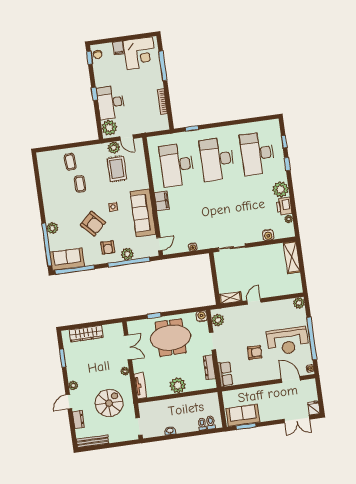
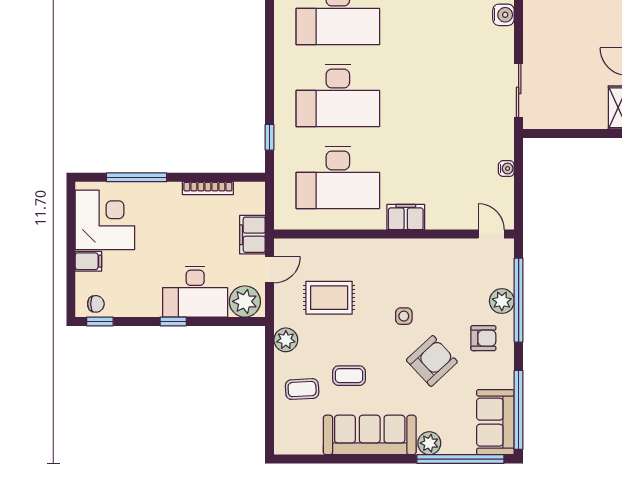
filing cabinet: (143, 127) -> (252, 235), added
plant: (114, 148) -> (286, 340), moved
sofa: (143, 213) -> (370, 435), moved, turned 180

